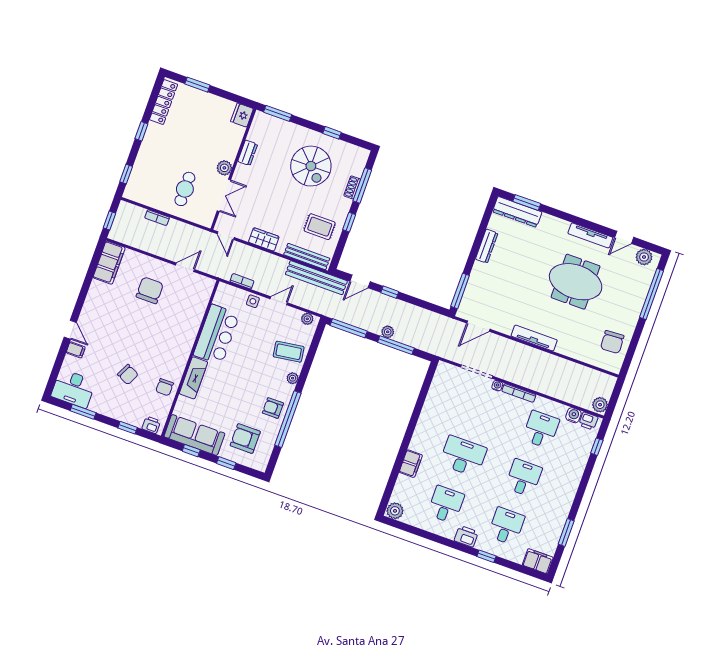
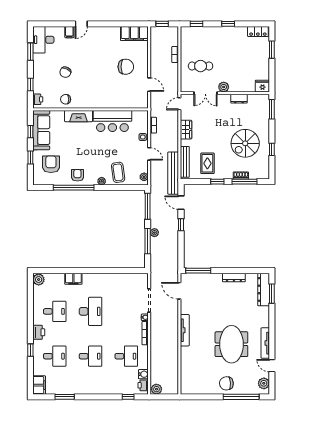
locker: (164, 102) -> (258, 32), width x0.66
chair: (612, 342) -> (226, 383), moved

